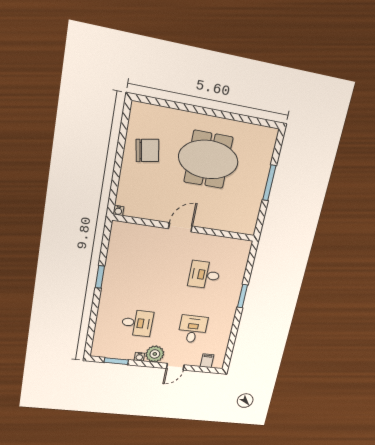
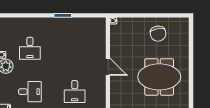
meeting table: (208, 160) -> (159, 77), turned 90
desk: (204, 275) -> (75, 92), turned 180

